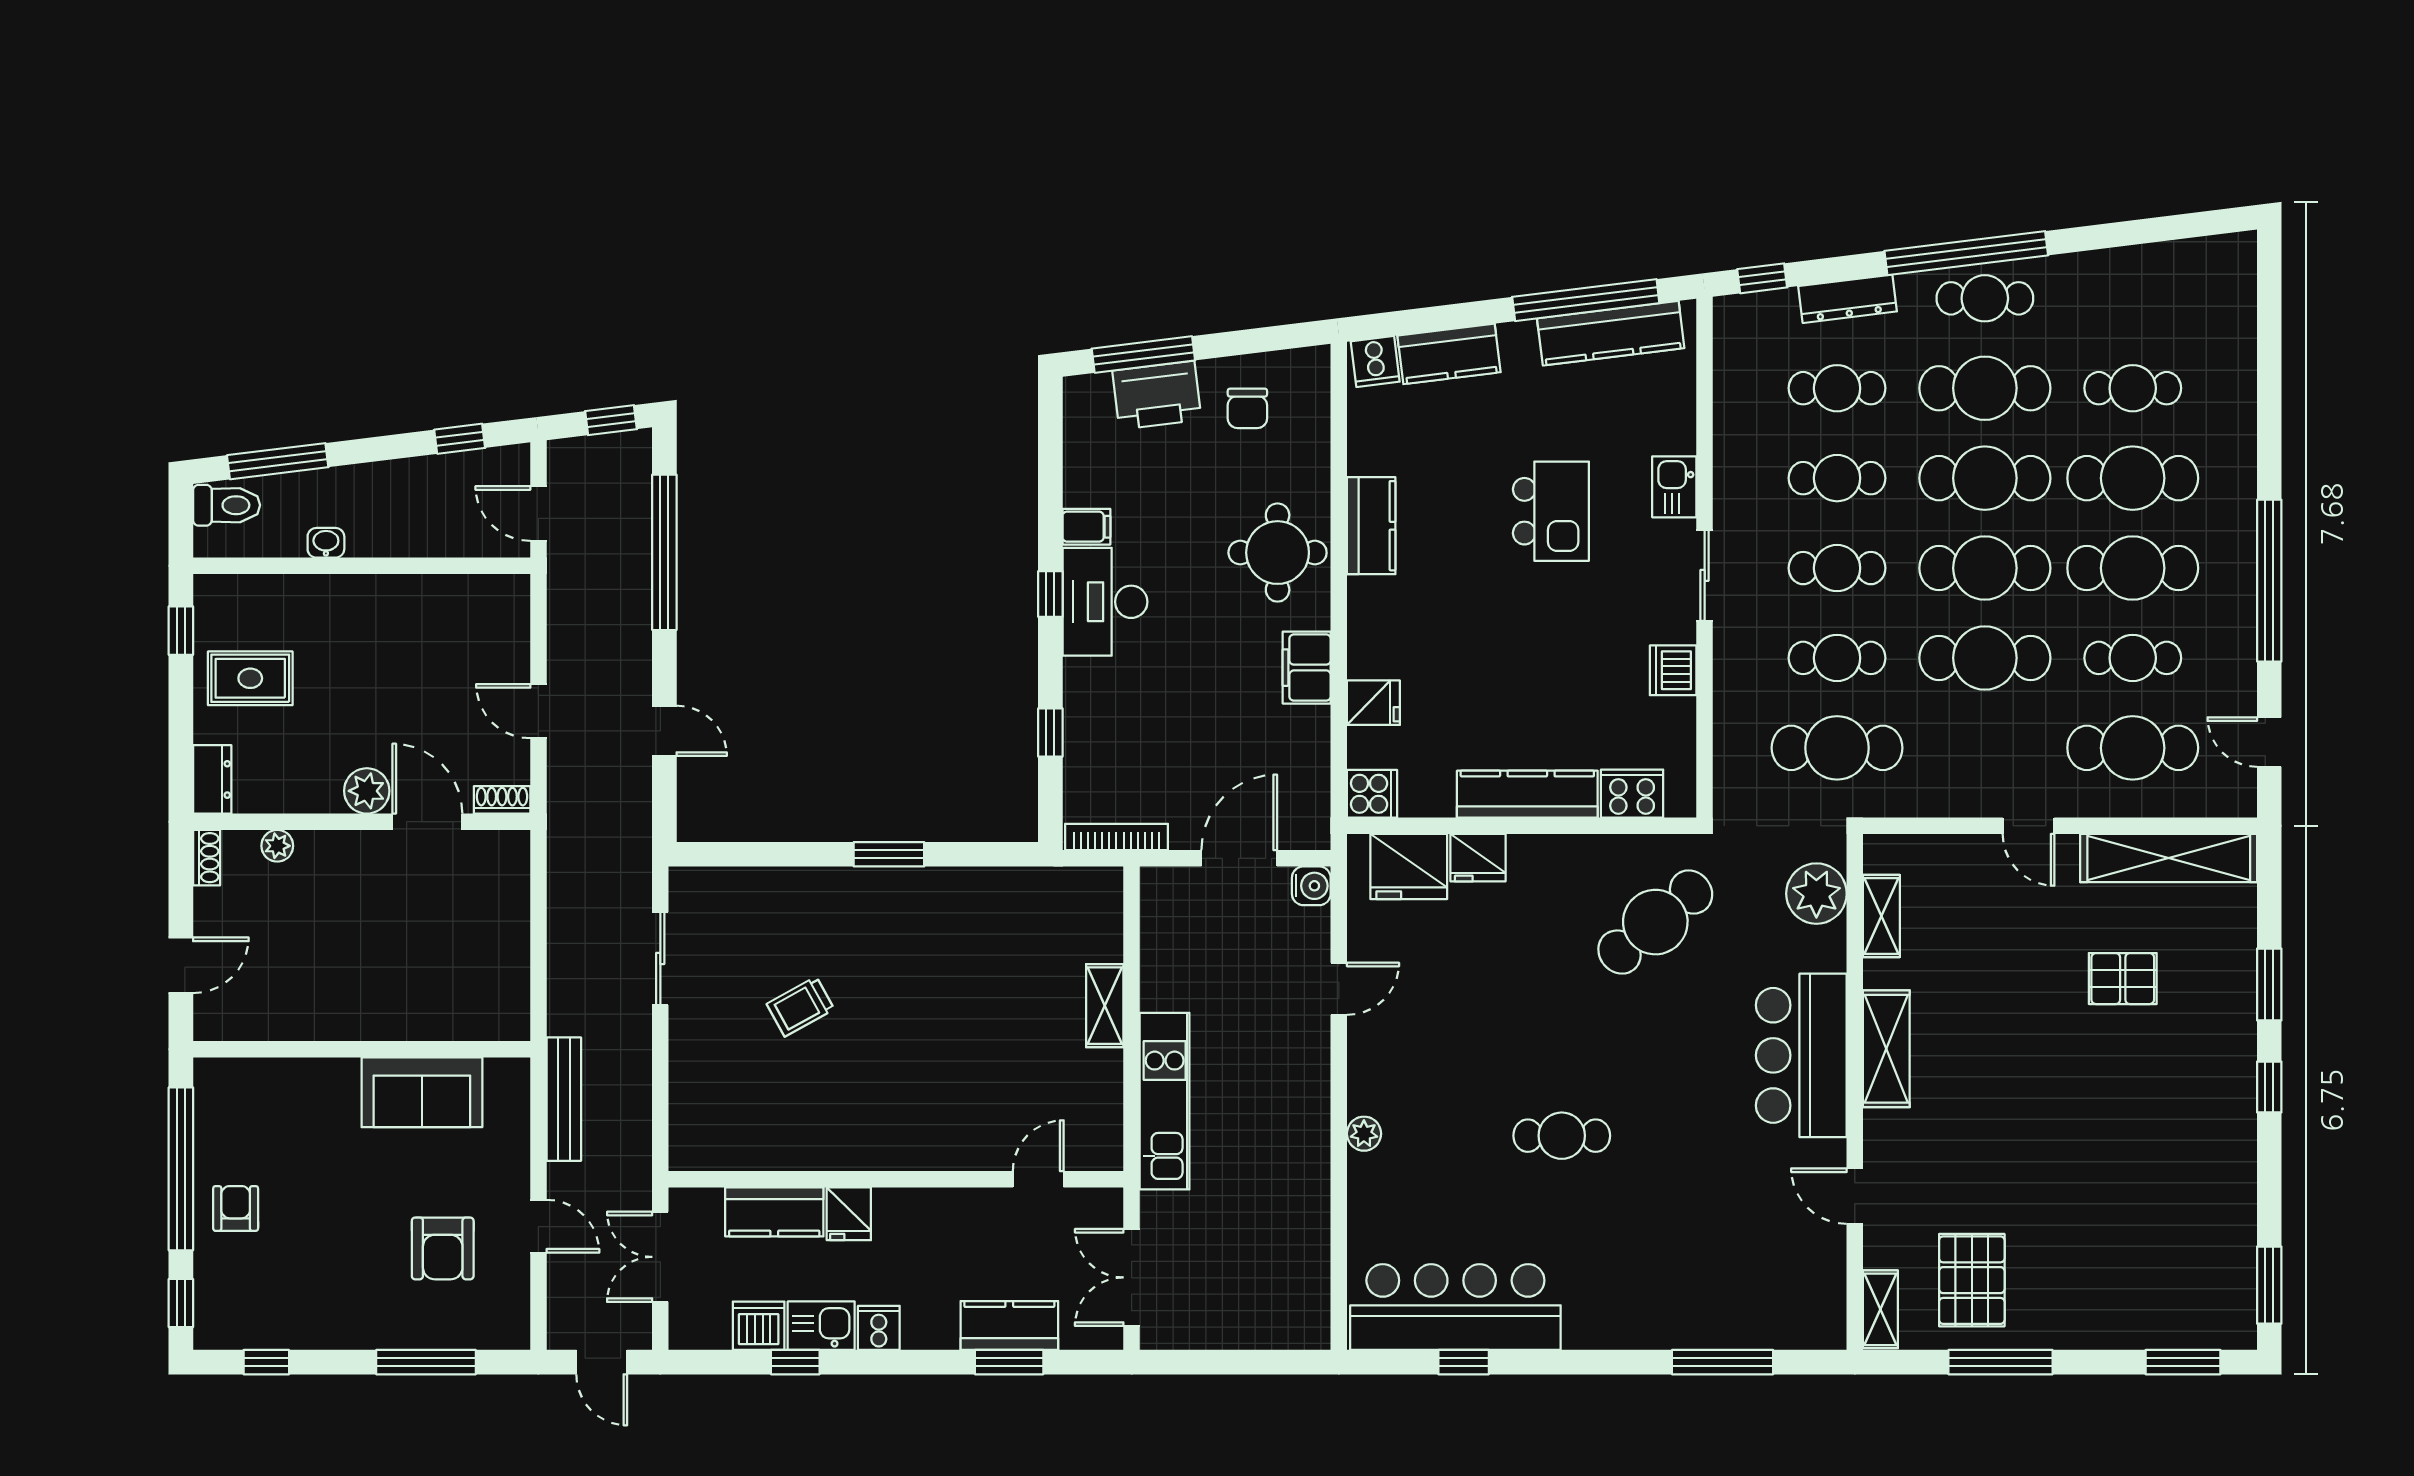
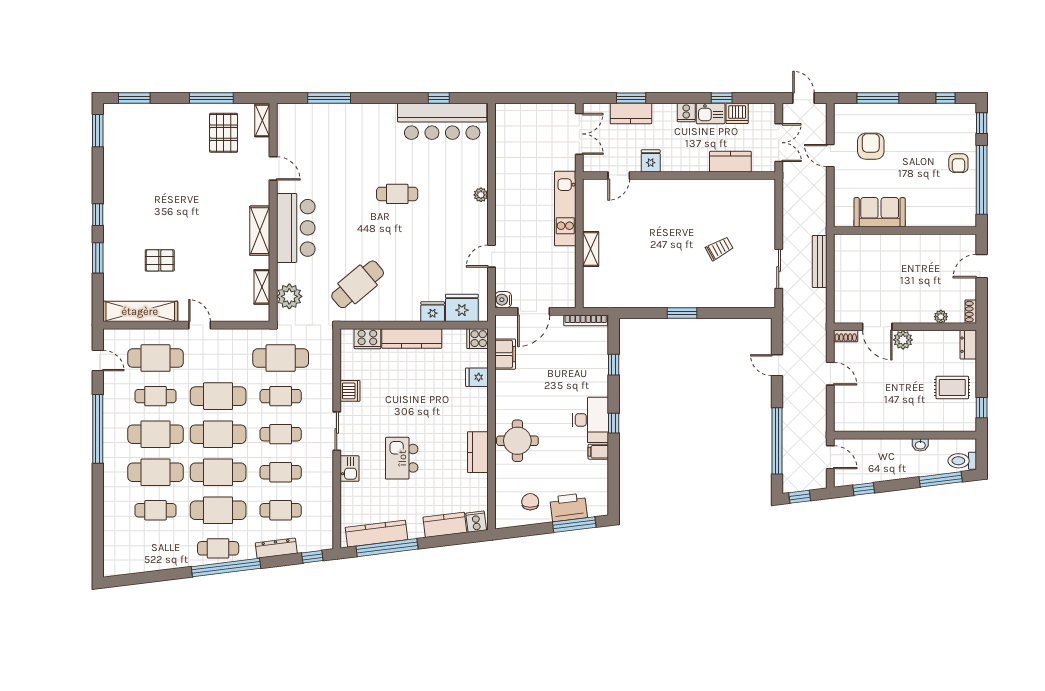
filing cabinet: (1307, 668) -> (505, 354), moved
bench: (564, 1099) -> (820, 262), moved
fridge: (849, 1214) -> (651, 161), moved

